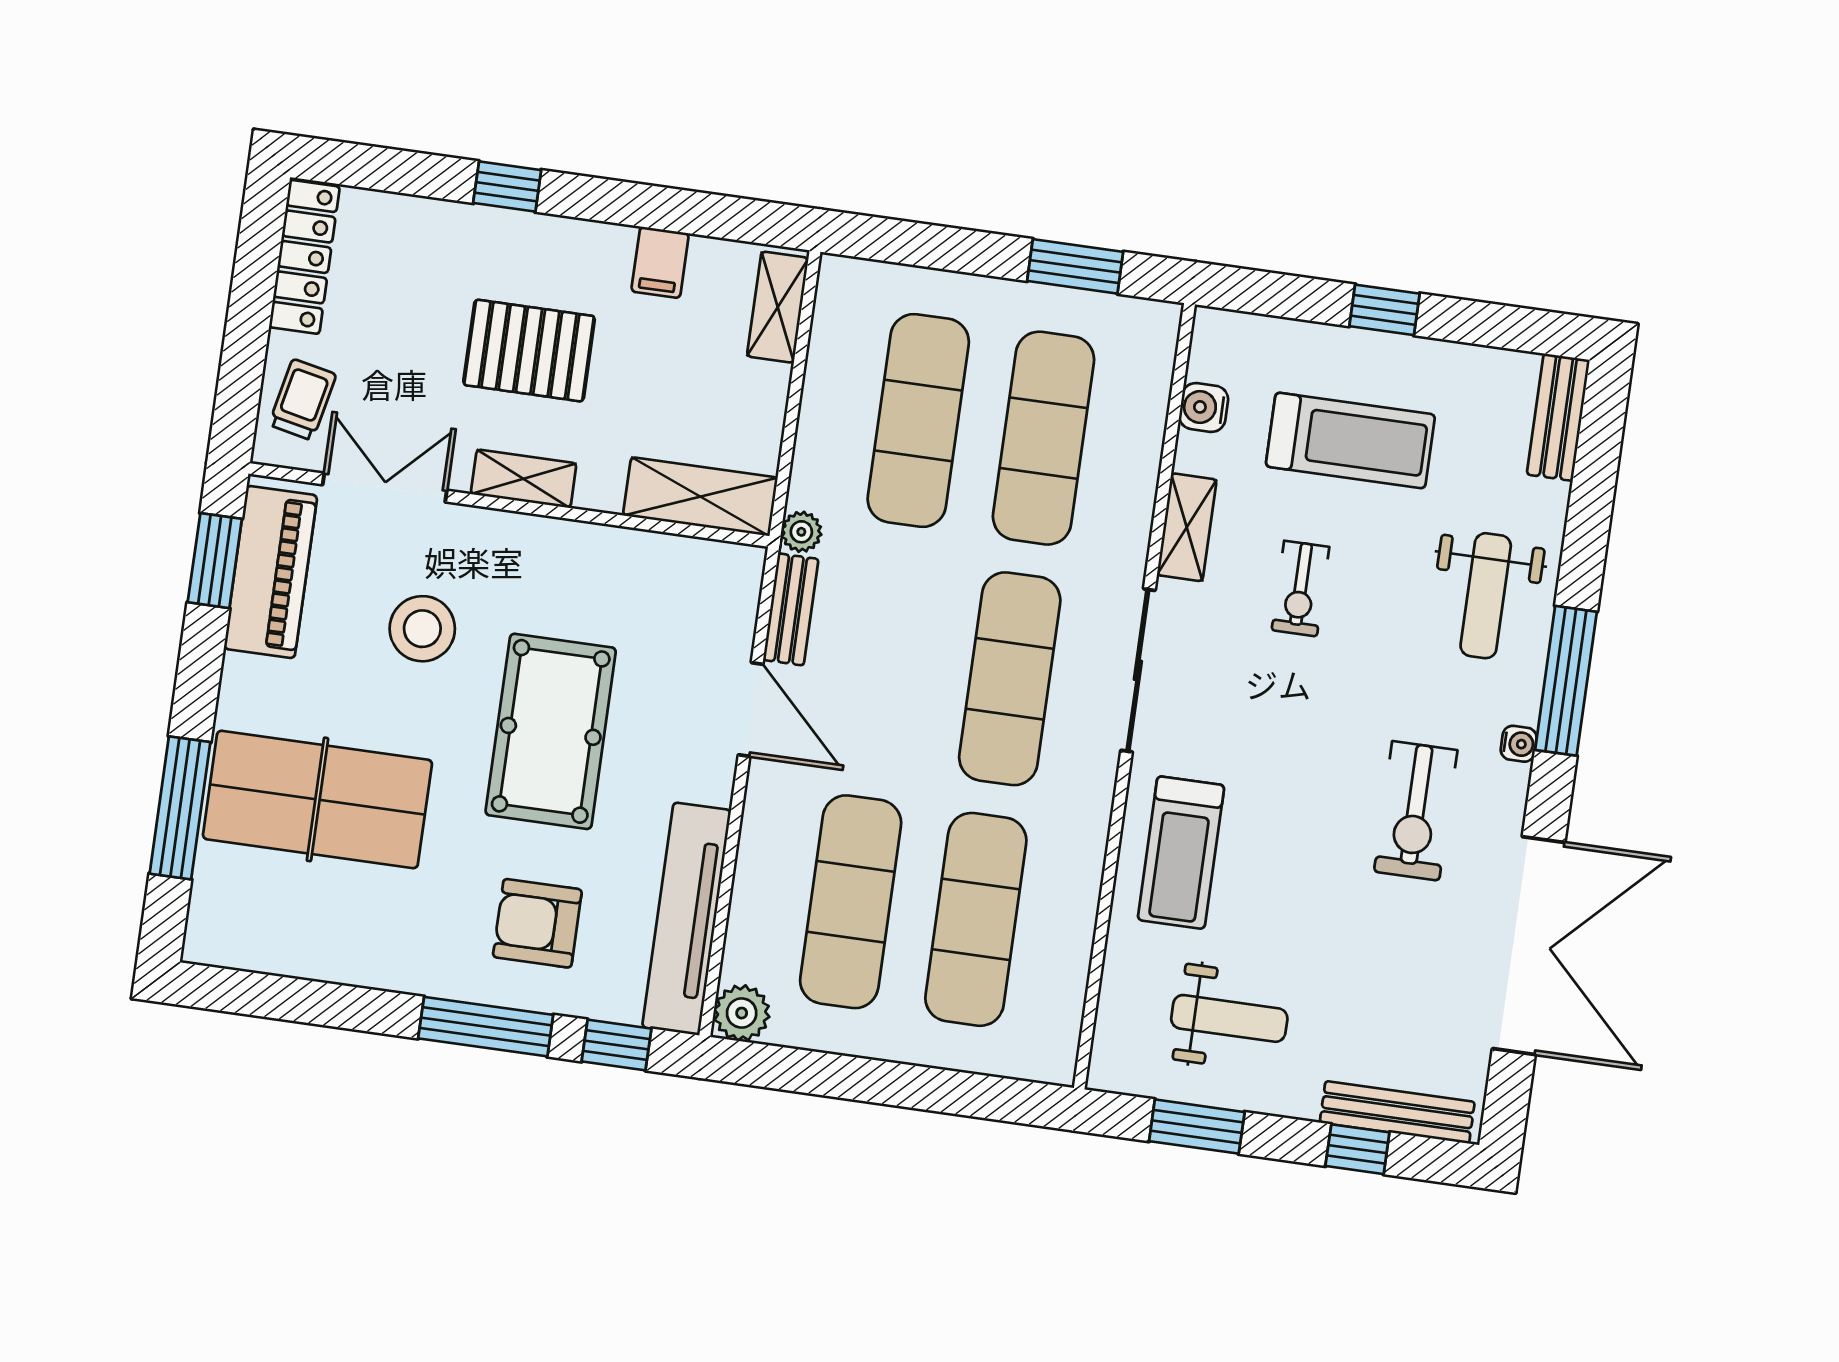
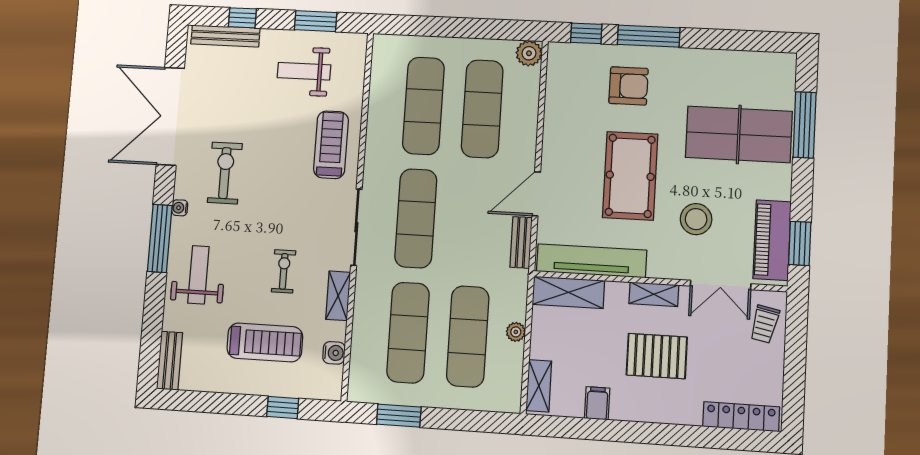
window: (507, 187) -> (675, 435), removed
locker: (304, 257) -> (741, 417), moved, turned 90
window: (1385, 310) -> (283, 408), moved
treadmill: (1350, 441) -> (265, 342), turned 180
plant: (801, 532) -> (516, 332), moved
door: (751, 710) -> (536, 194), hinge flipped
tv unit: (687, 919) -> (591, 261), moved, turned -90

